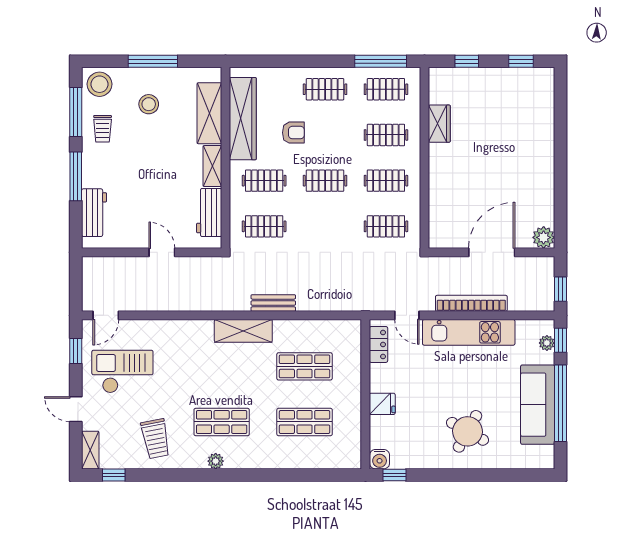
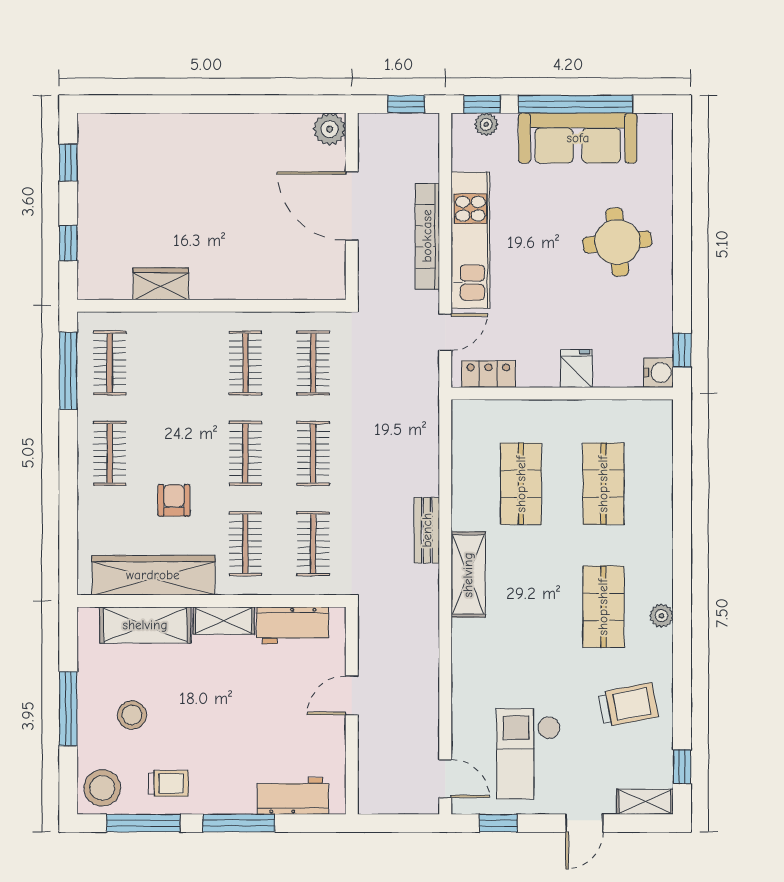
clothes rail: (386, 135) -> (313, 453), moved
round table: (467, 431) -> (617, 242), turned -35

